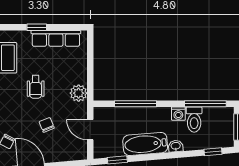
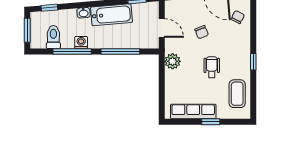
window: (205, 104) -> (72, 52), moved
toilet: (194, 120) -> (53, 37), moved

